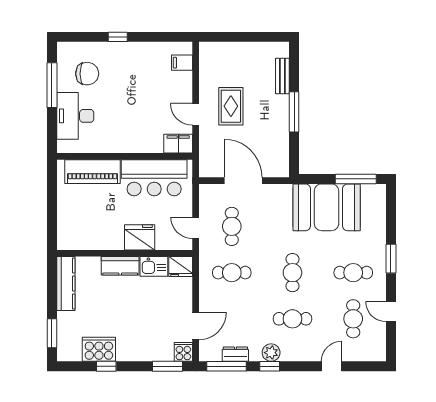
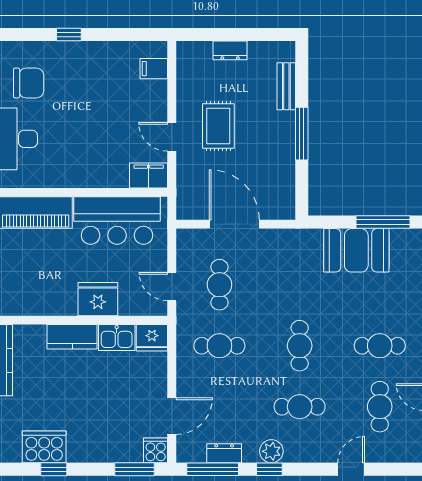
dresser: (240, 49) -> (230, 50), added
booth: (327, 207) -> (356, 250), width x0.73, depth x0.70

